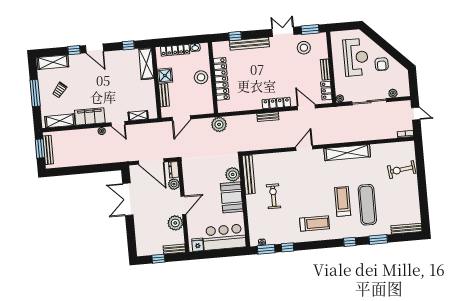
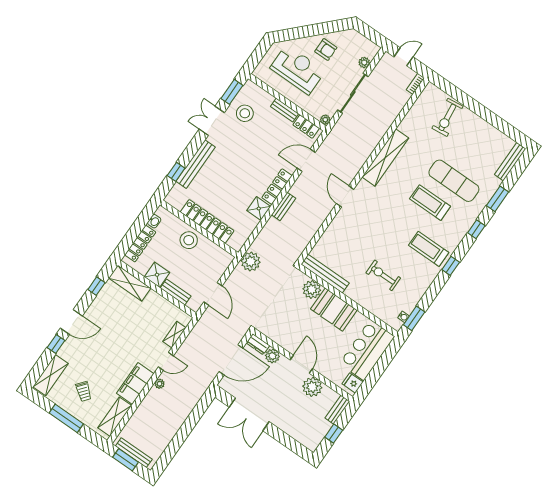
shower: (254, 103) -> (259, 208), added
exercise bike: (273, 196) -> (383, 275), moved
treadmill: (315, 223) -> (429, 249), turned -90
window: (287, 247) -> (451, 266), moved

